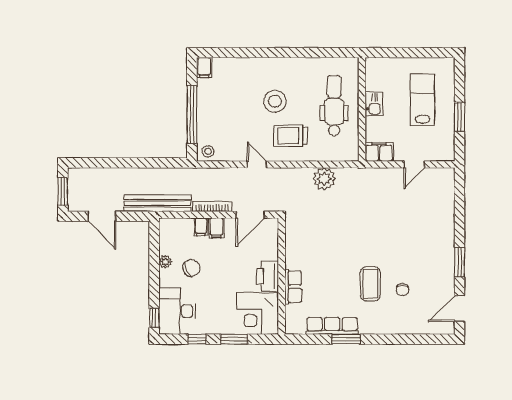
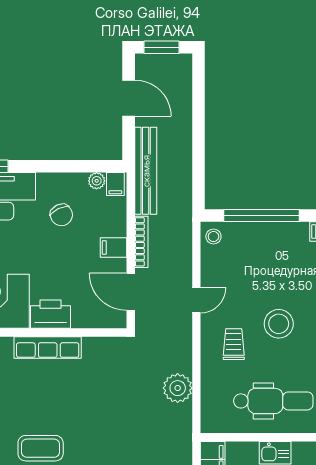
trolley: (291, 136) -> (234, 344), width x0.73, depth x0.72
door: (102, 216) -> (129, 98), swing flipped
filing cabinet: (201, 227) -> (115, 184), moved, turned -90
plant: (165, 262) -> (97, 181), moved
row of seats: (293, 287) -> (48, 347), width x1.48

